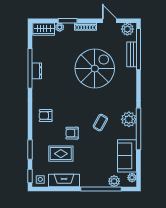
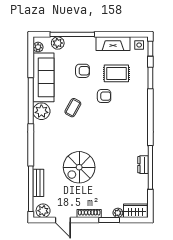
spiral stairs: (95, 69) -> (79, 167), width x0.73, depth x0.73
armchair: (46, 116) -> (83, 71), moved
sofa: (127, 156) -> (43, 77), width x1.36

